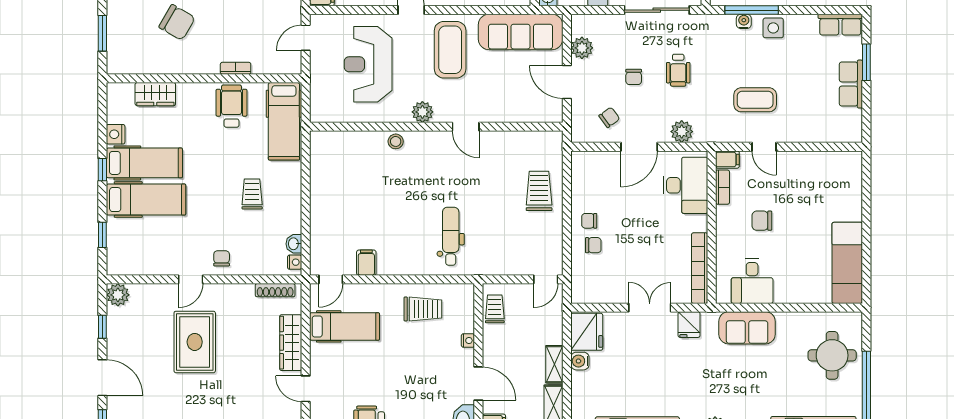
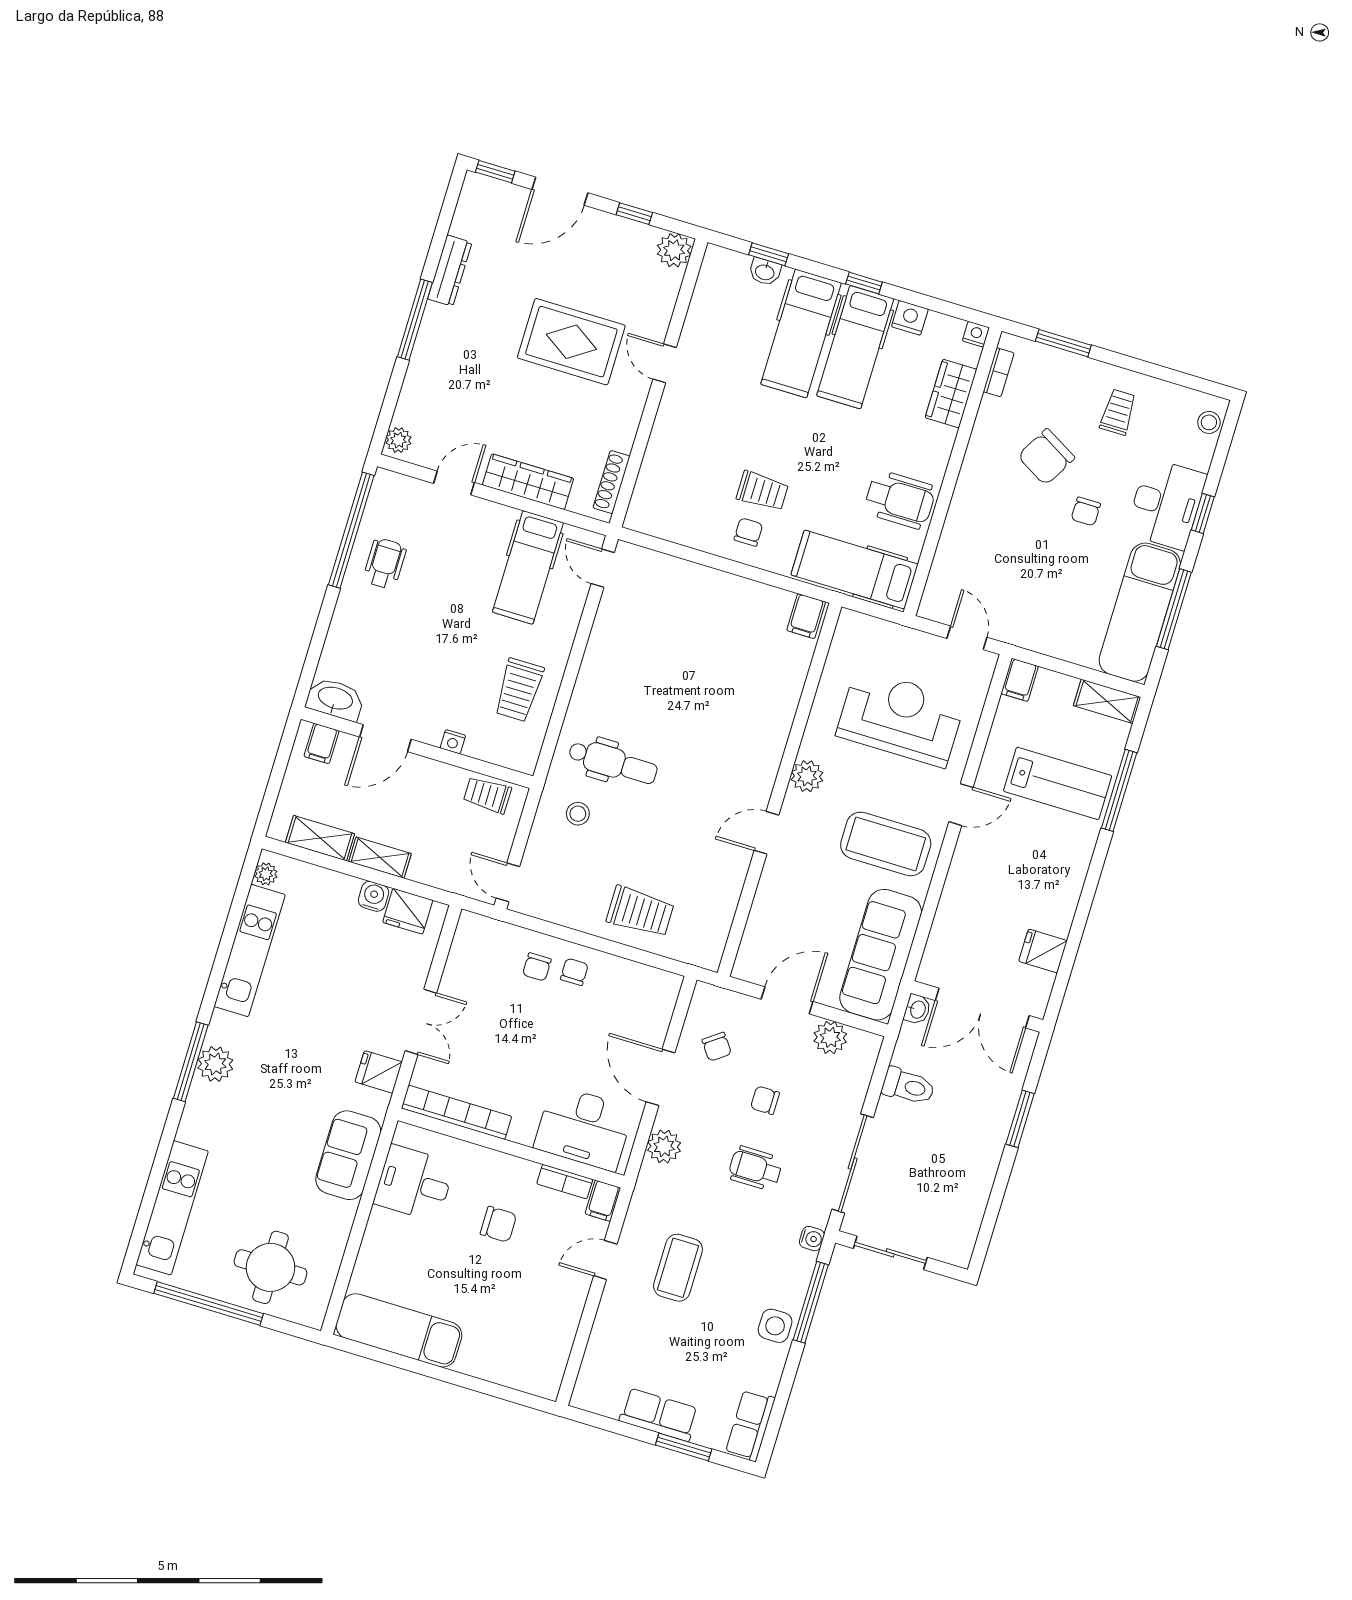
water cooler: (744, 21) -> (812, 1239), moved
bookcase: (236, 68) -> (999, 372), moved
stool: (396, 141) -> (578, 814), moved
chair: (762, 221) -> (498, 1224), turned 90
washbasin: (294, 244) -> (765, 272), moved, turned 180
chair: (222, 258) -> (748, 532), moved, turned -90
nightstand: (295, 262) -> (976, 334), moved, turned 180
filing cabinet: (366, 263) -> (806, 616), moved, turned 90
trolley: (495, 309) -> (487, 795), turned 180
fridge: (587, 332) -> (408, 911), width x0.73, depth x0.75

